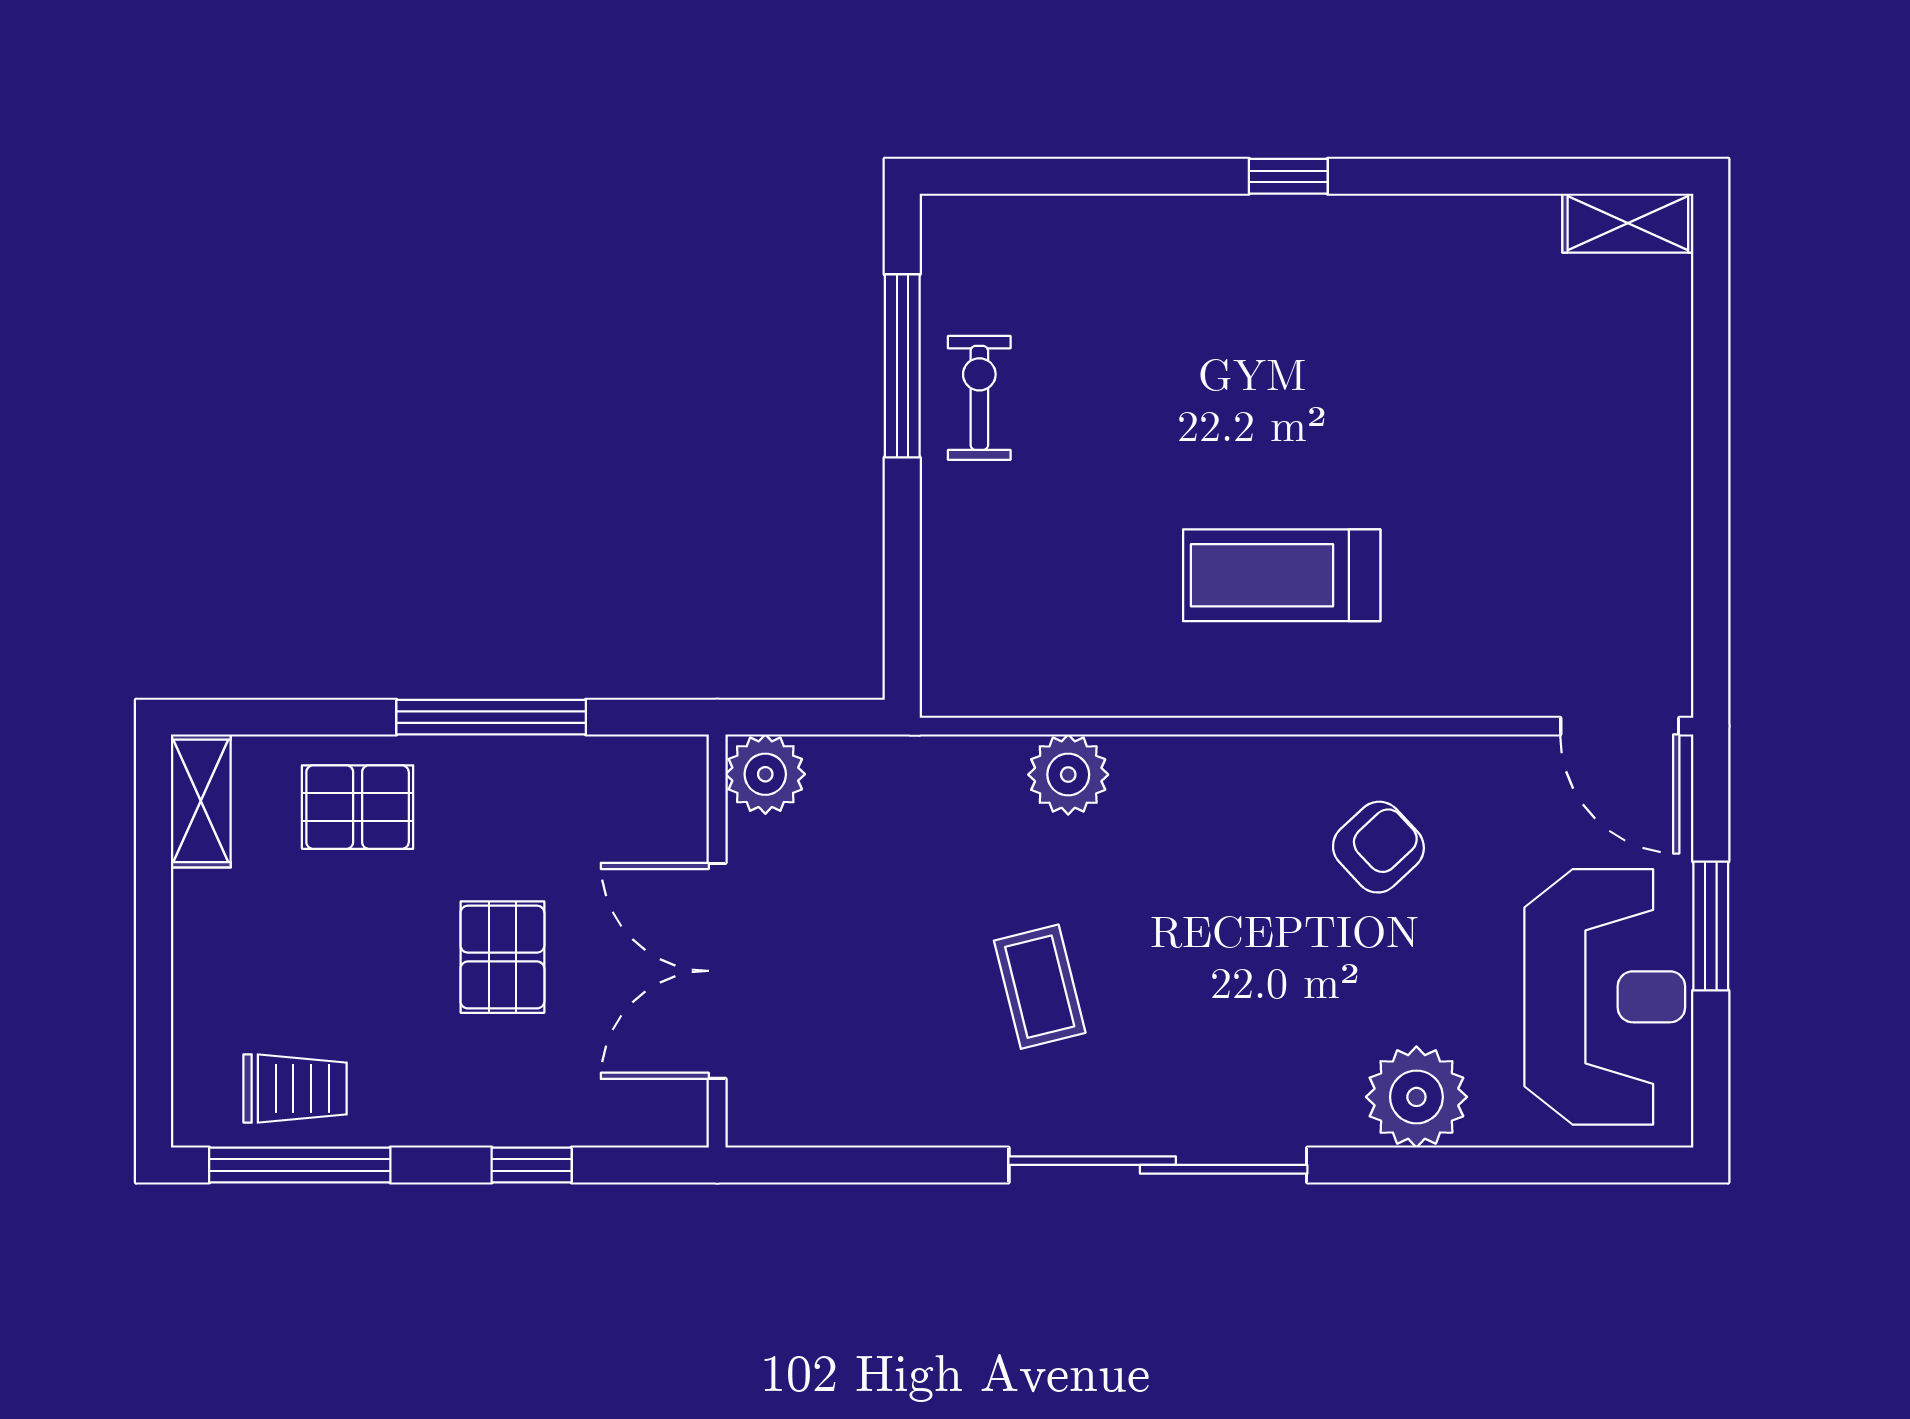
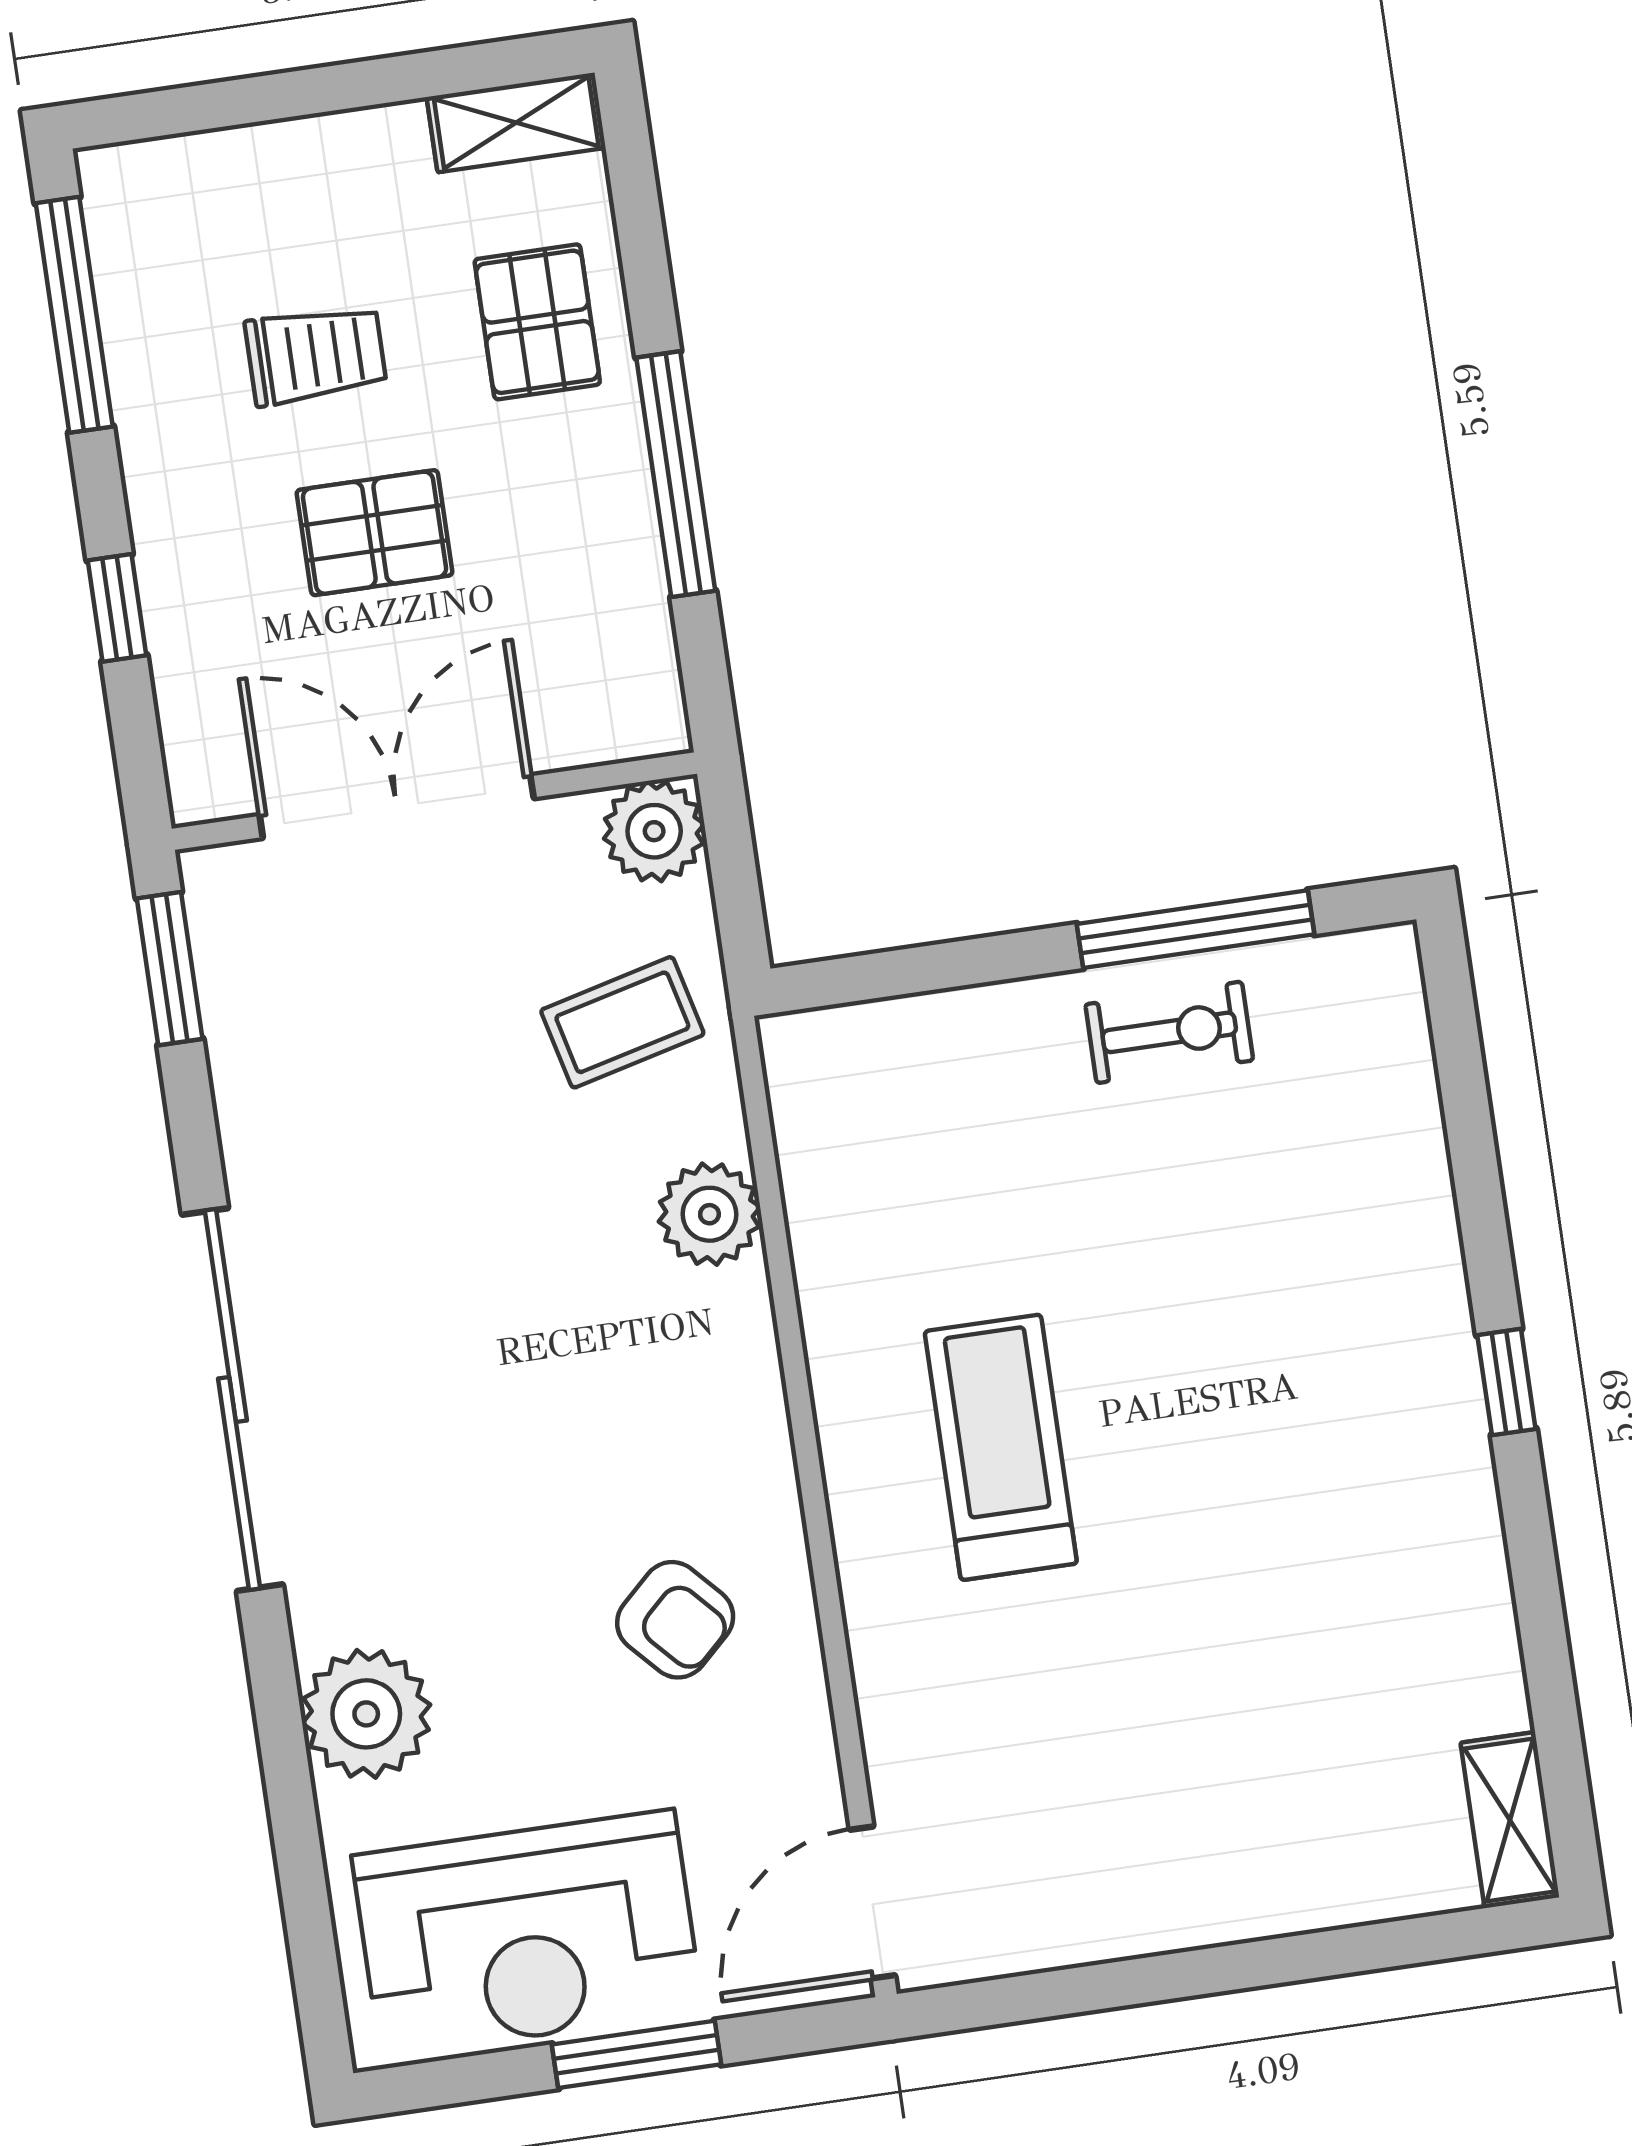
coffee table: (1040, 987) -> (622, 1022), moved
trolley: (295, 1088) -> (316, 355), moved, turned -90
window: (817, 1165) -> (170, 969), added

